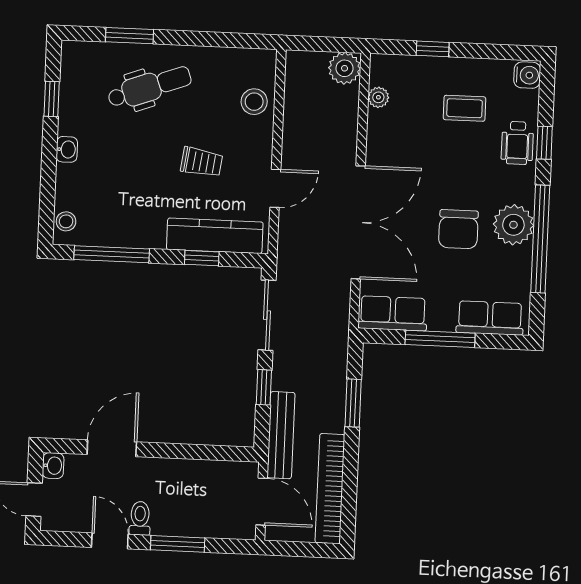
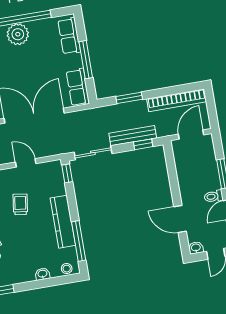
washbasin: (67, 149) -> (42, 274), moved
chair: (458, 229) -> (26, 62), removed
kitchen counter: (215, 236) -> (63, 222), moved
window: (202, 258) -> (67, 173), moved
window: (264, 387) -> (143, 144), moved
bench: (281, 435) -> (133, 136), moved

